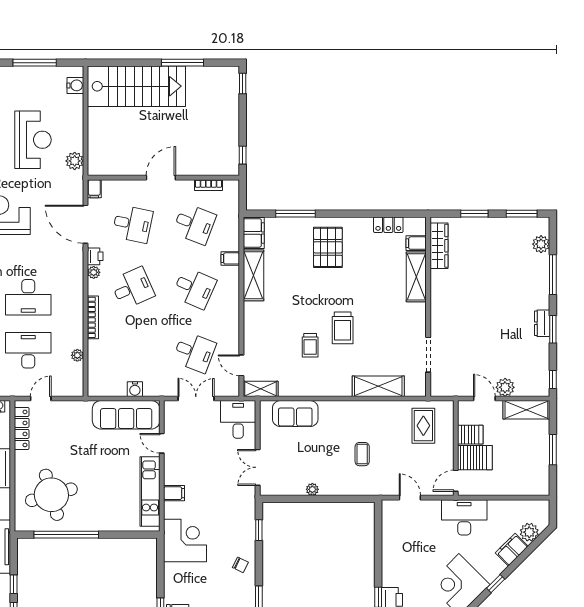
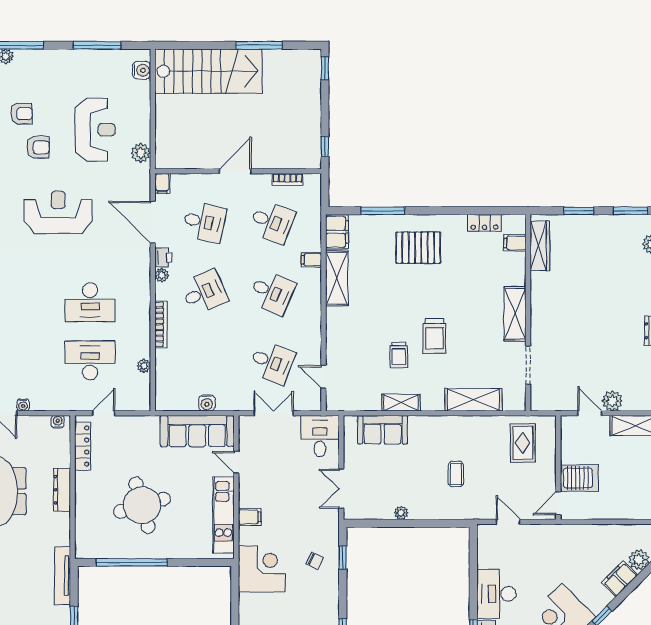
pallet: (328, 247) -> (418, 248), turned 90
shelving: (416, 277) -> (515, 314), moved
shelving: (261, 389) -> (401, 403), moved
server rack: (470, 435) -> (574, 453), removed
round table: (51, 495) -> (142, 505), moved
desk: (464, 517) -> (496, 594), moved, turned -90
chair: (240, 565) -> (315, 561), moved

